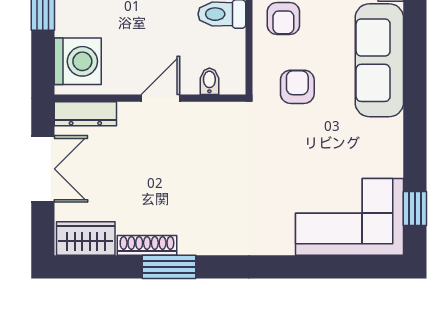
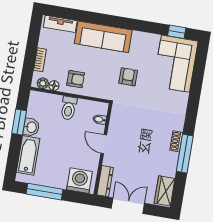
armchair: (297, 87) -> (128, 77), moved, turned 90
shoe rack: (147, 245) -> (176, 141), moved, width x0.70
window: (169, 267) -> (185, 154), width x1.44

